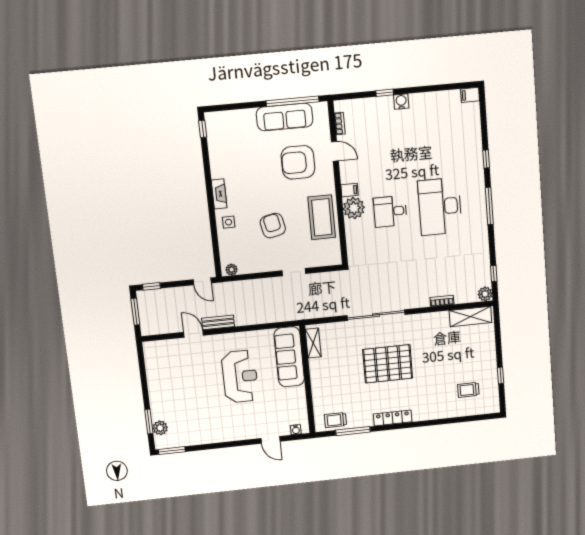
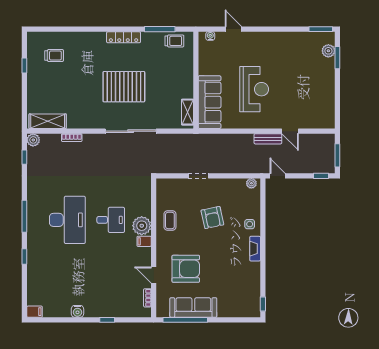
water cooler: (401, 102) -> (77, 311), moved
coffee table: (322, 217) -> (170, 221), width x0.54, depth x0.58
reception desk: (240, 376) -> (254, 89), turned 180

